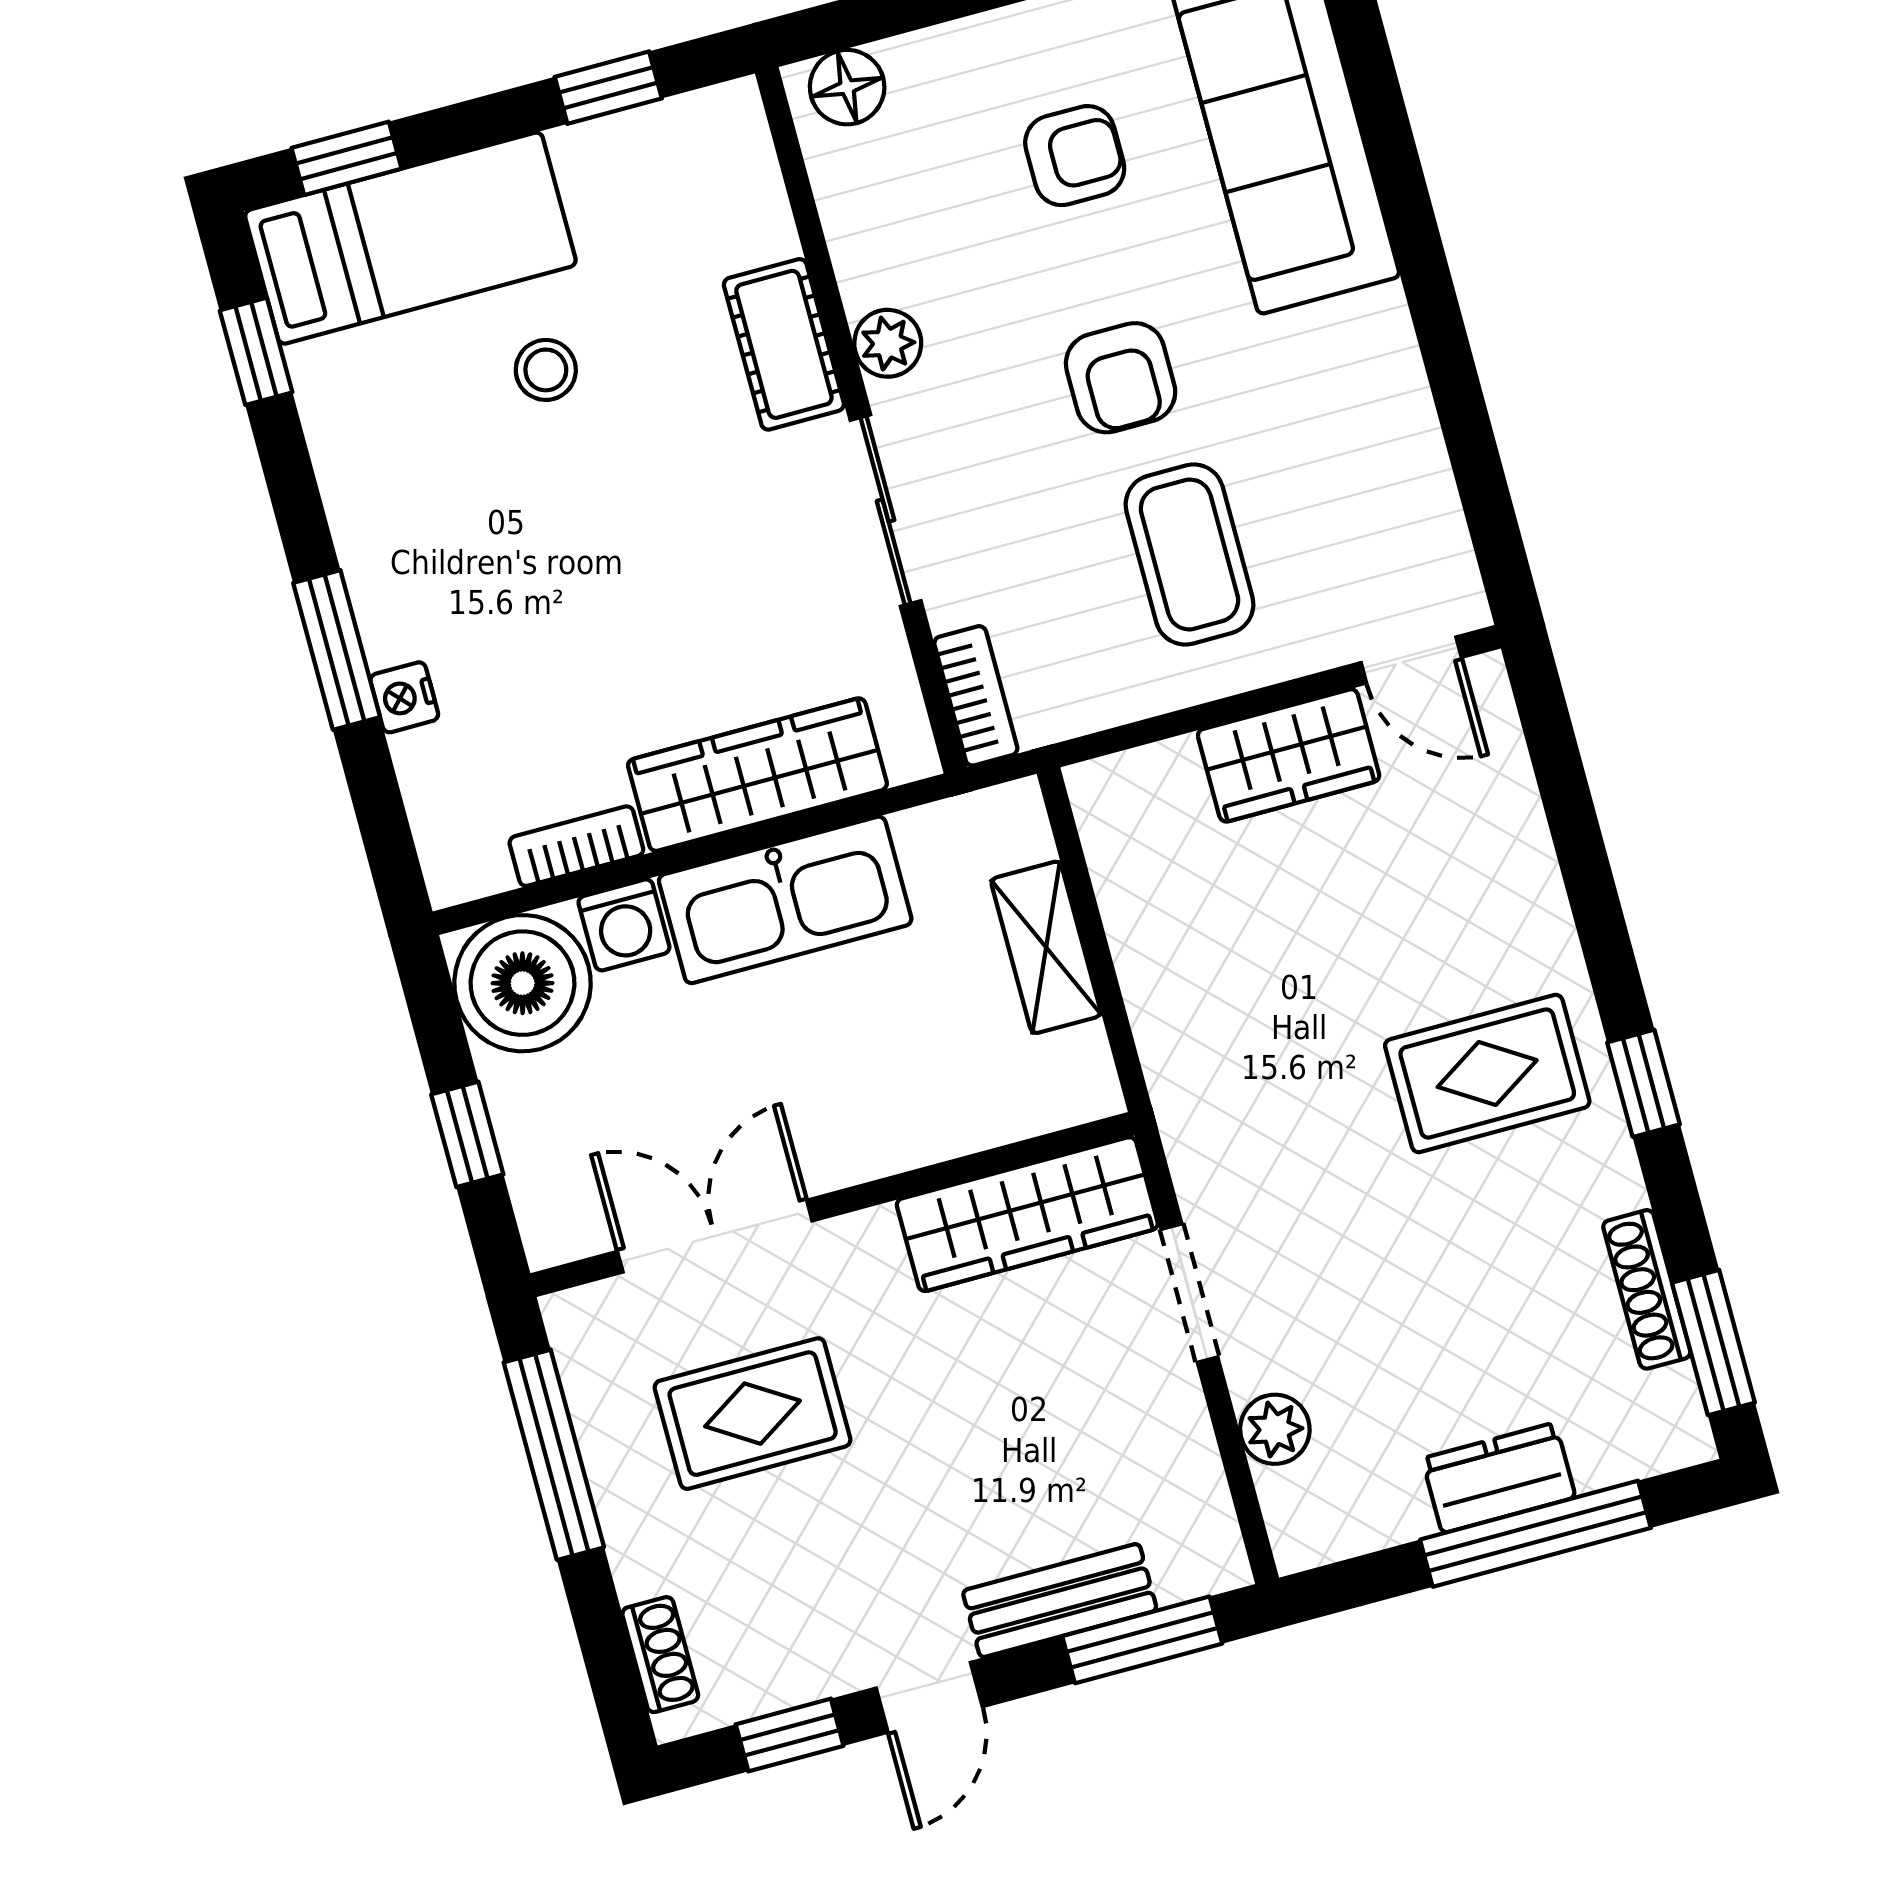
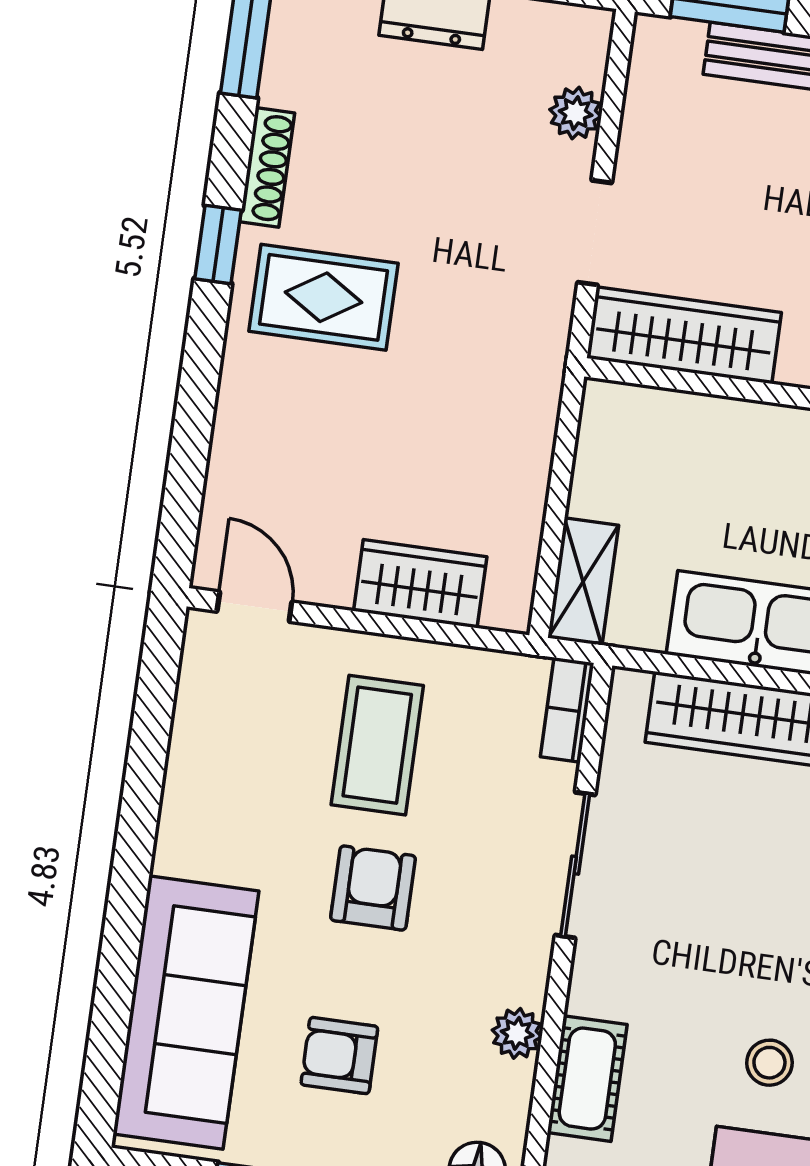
plant: (888, 343) -> (517, 1033), moved
cot: (784, 344) -> (587, 1079), moved
wardrobe: (1289, 755) -> (420, 584), moved
shelving: (1046, 947) -> (583, 582), moved
shoe rack: (1647, 1289) -> (267, 167), moved

